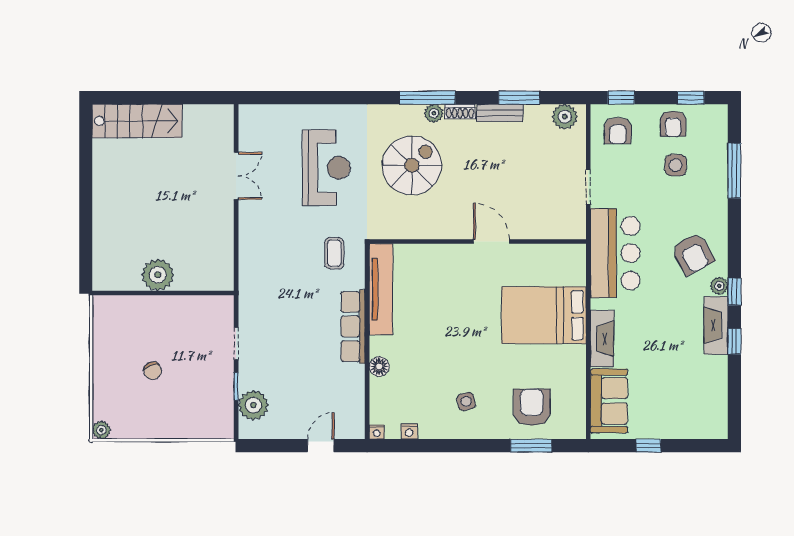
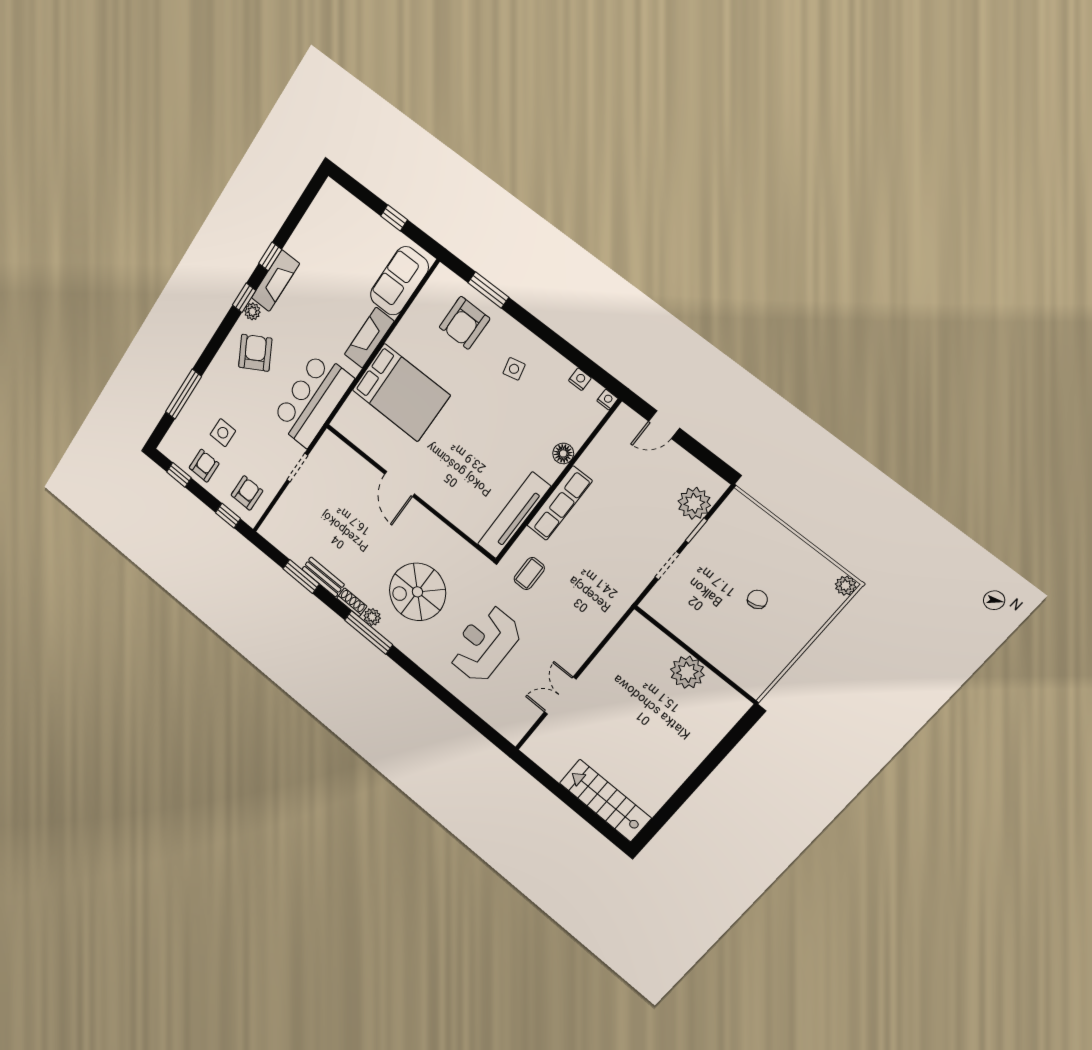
plant: (565, 117) -> (278, 535), removed

